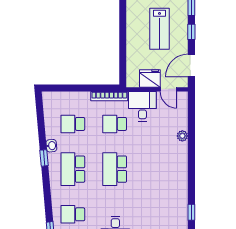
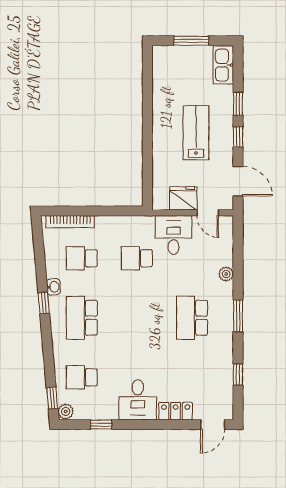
lab bench: (159, 29) -> (196, 133), turned 180
door: (191, 66) -> (238, 181), swing flipped
bookcase: (109, 96) -> (70, 222), moved
window: (191, 168) -> (238, 316), added
school desk: (115, 169) -> (192, 318), moved

